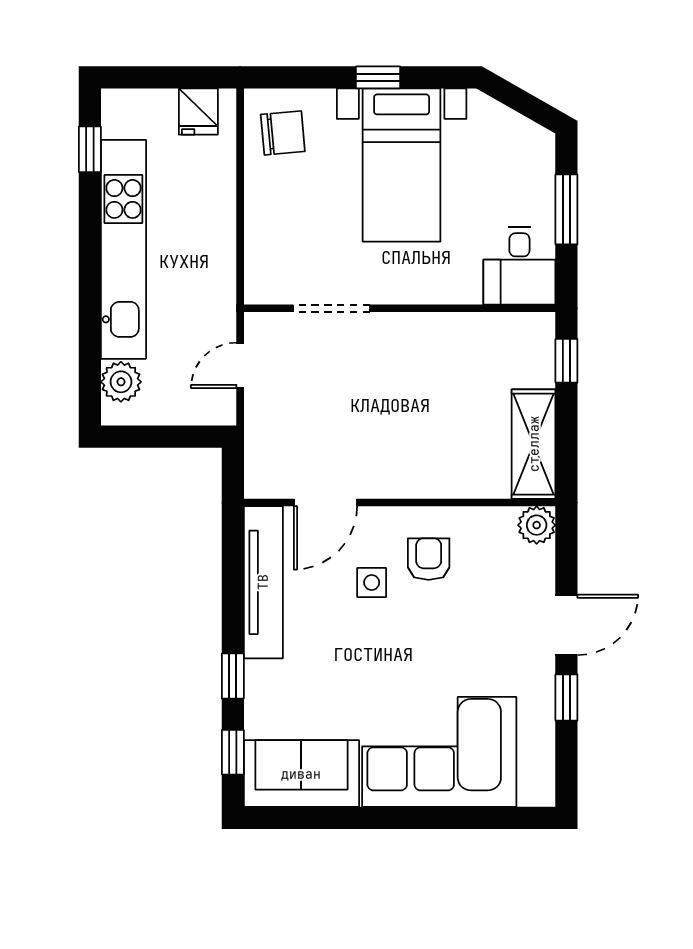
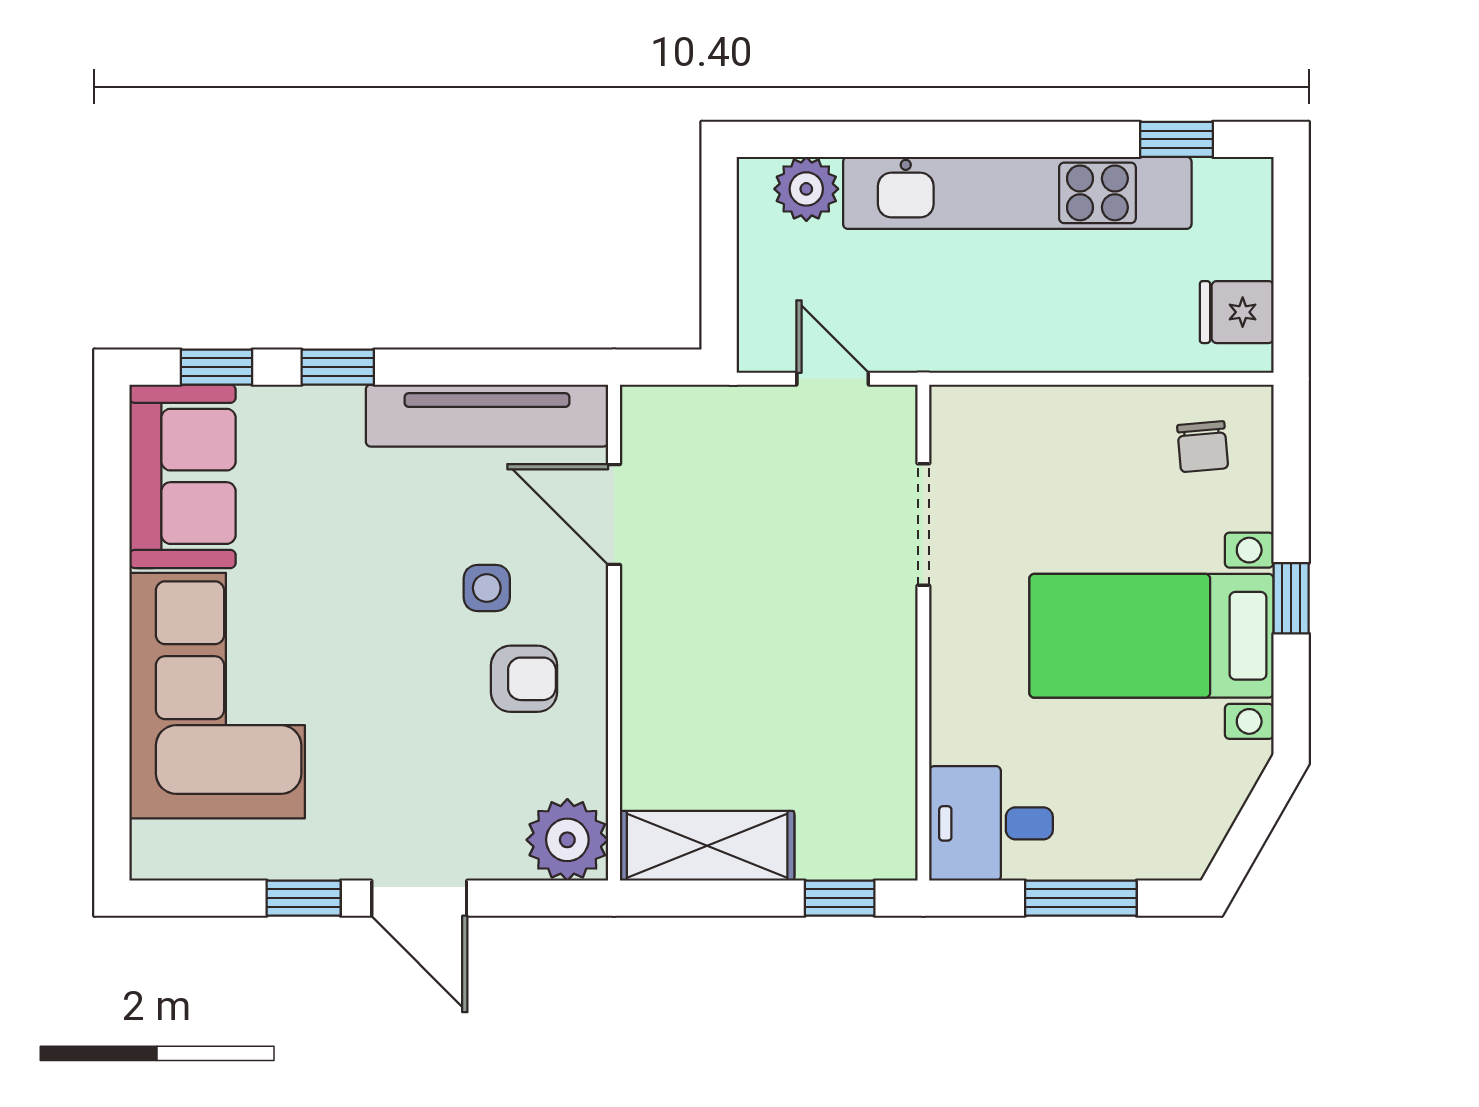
chair: (283, 133) -> (1203, 447), width x0.73, depth x0.73
plant: (537, 525) -> (567, 840), width x1.36, depth x1.36

